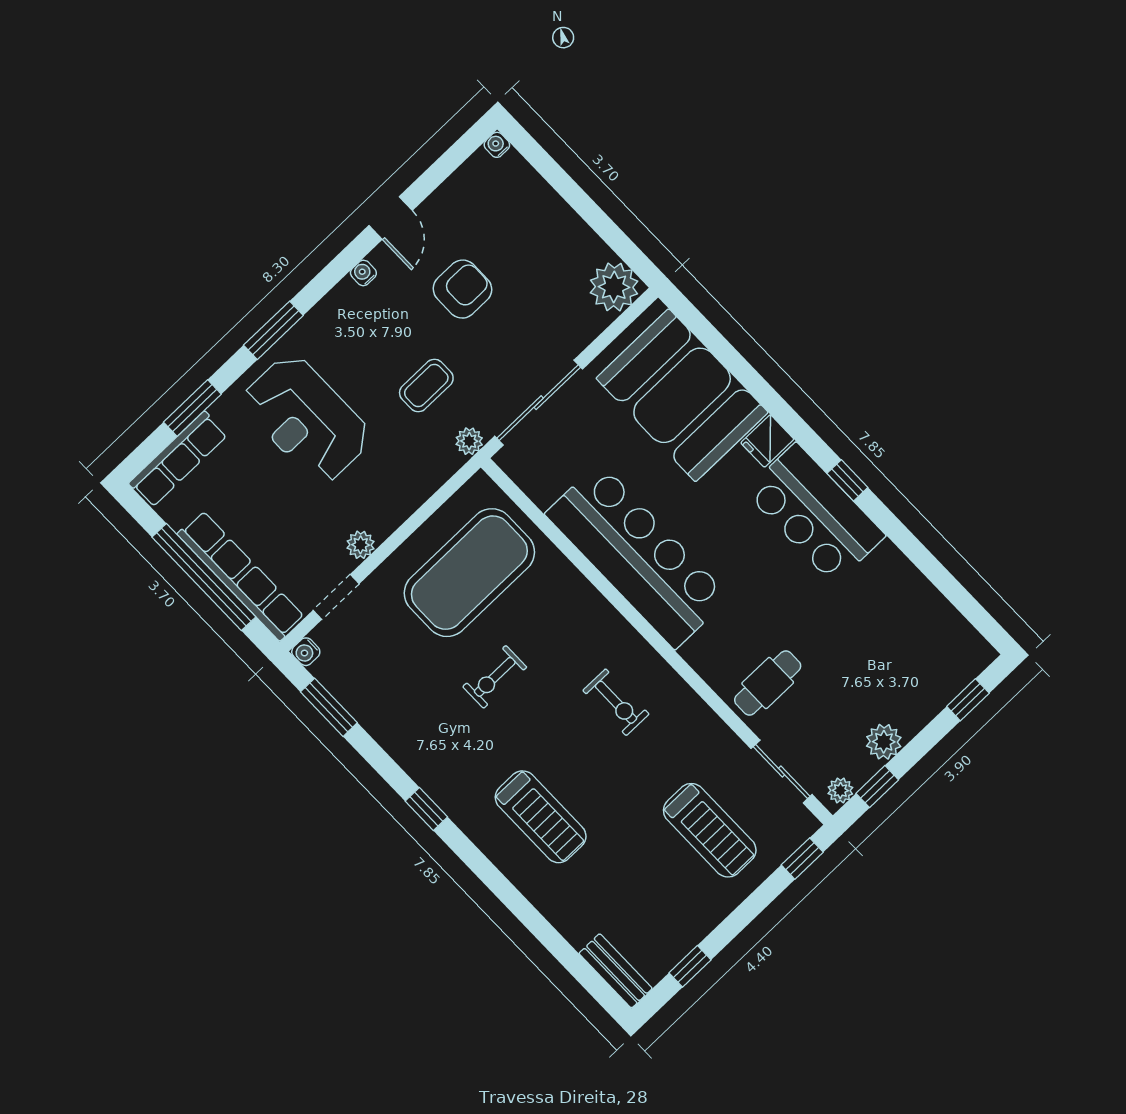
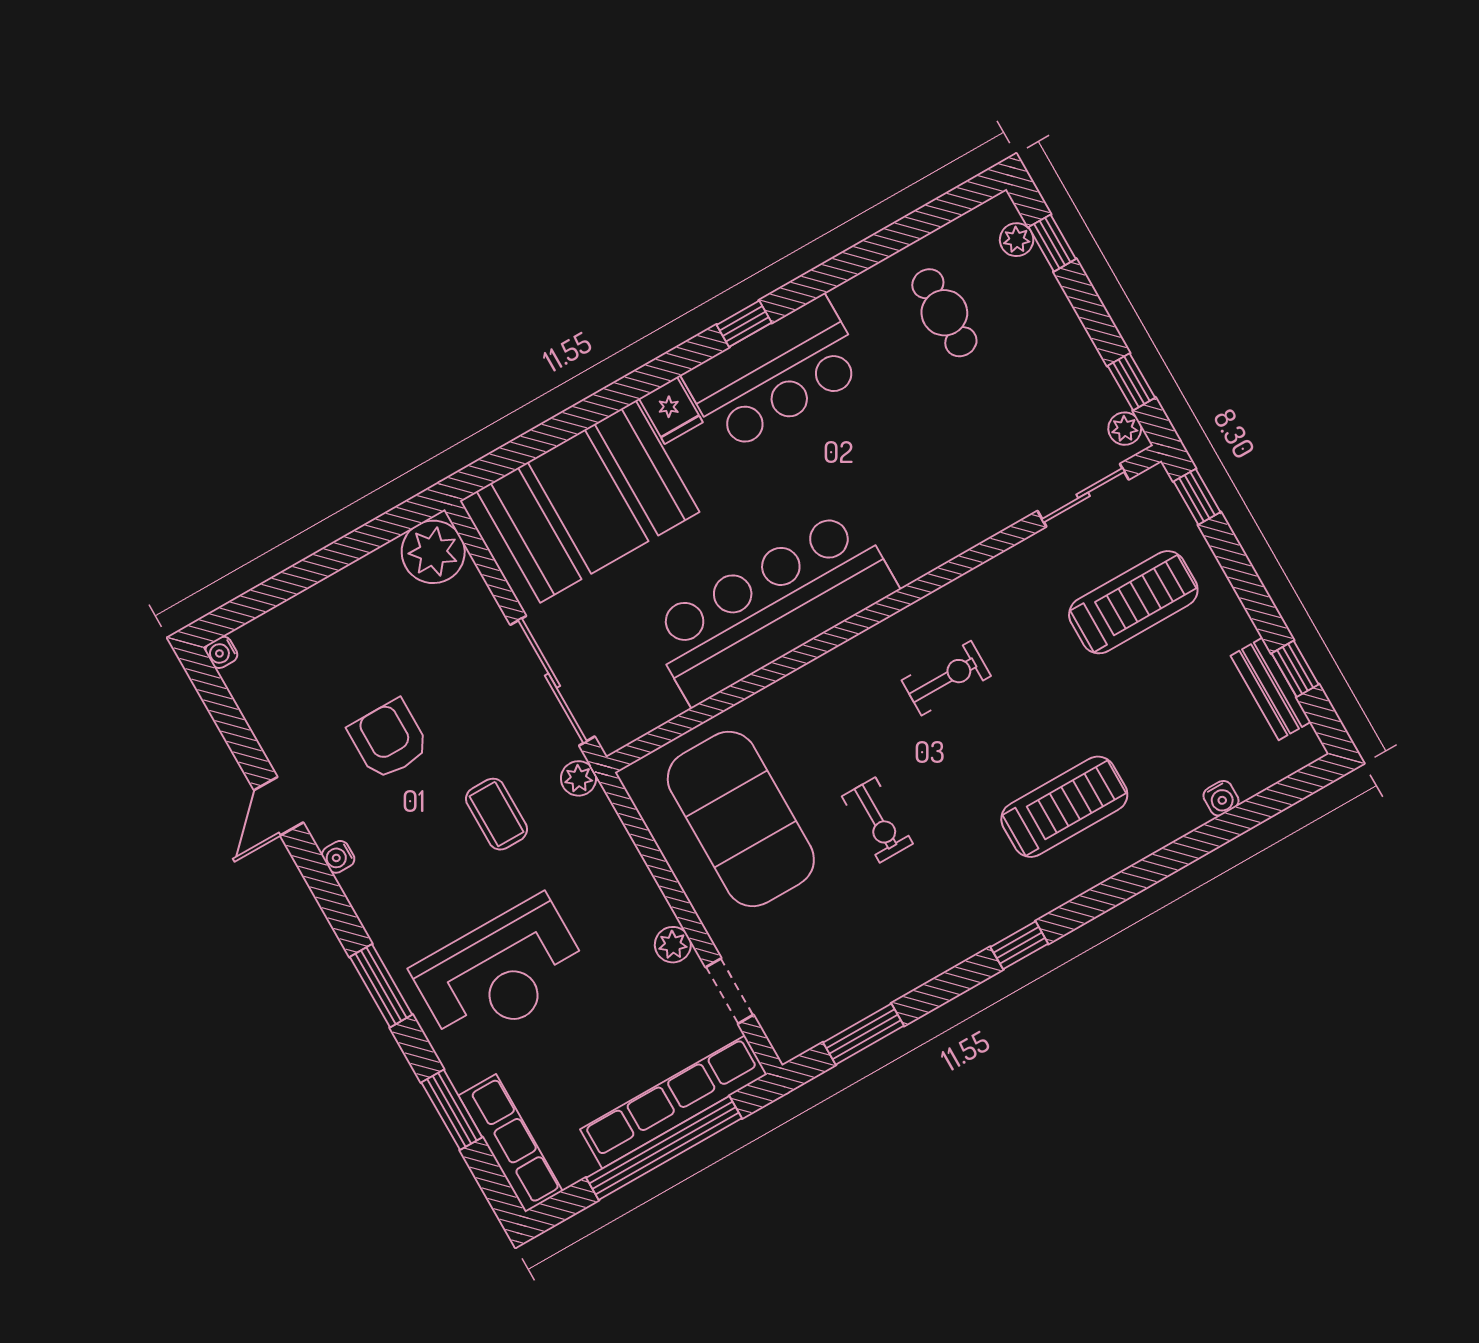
door: (391, 218) -> (279, 806), swing flipped
water cooler: (306, 652) -> (1221, 798), moved
cafe table: (768, 683) -> (944, 313), moved
plant: (884, 742) -> (1017, 240), moved, width x0.73, depth x0.73
bench: (616, 971) -> (1271, 689), moved, turned 90

